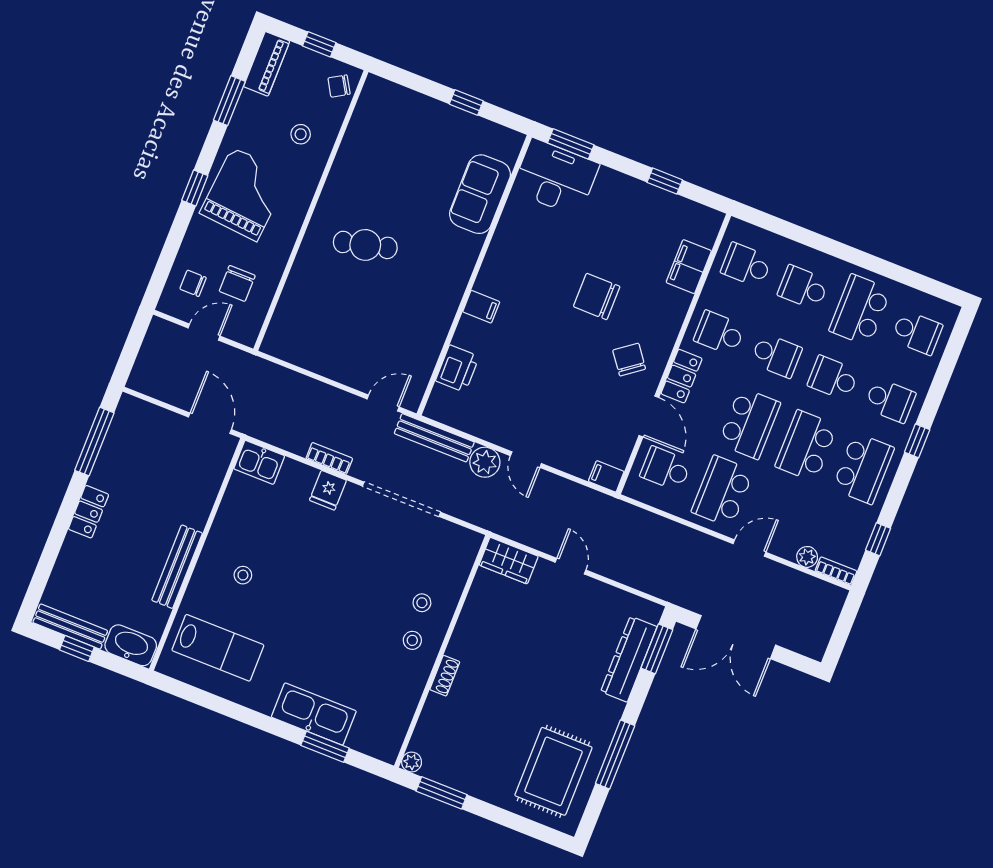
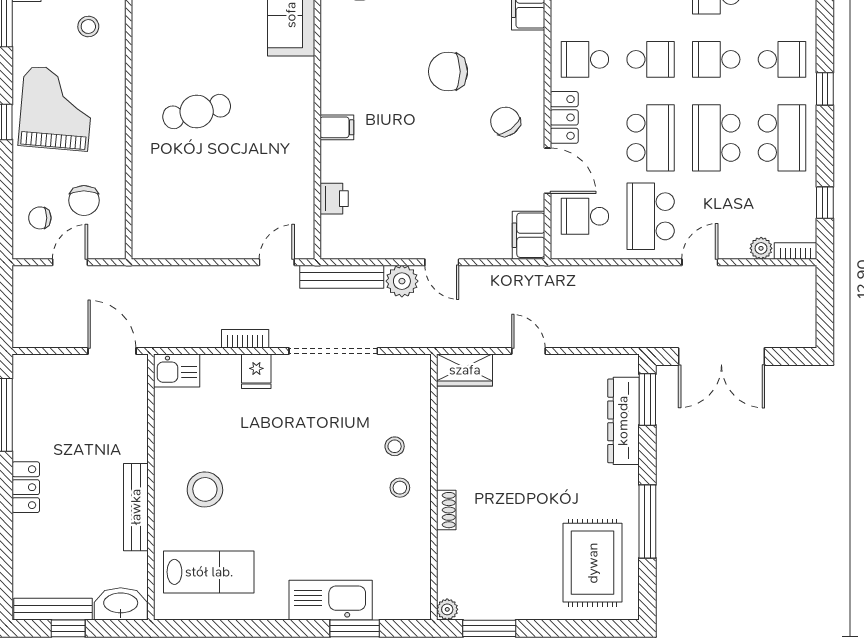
printer: (457, 369) -> (334, 199), width x0.73, depth x0.81
filing cabinet: (606, 476) -> (529, 235), width x2.00
stool: (243, 575) -> (205, 489), width x1.89, depth x1.89

